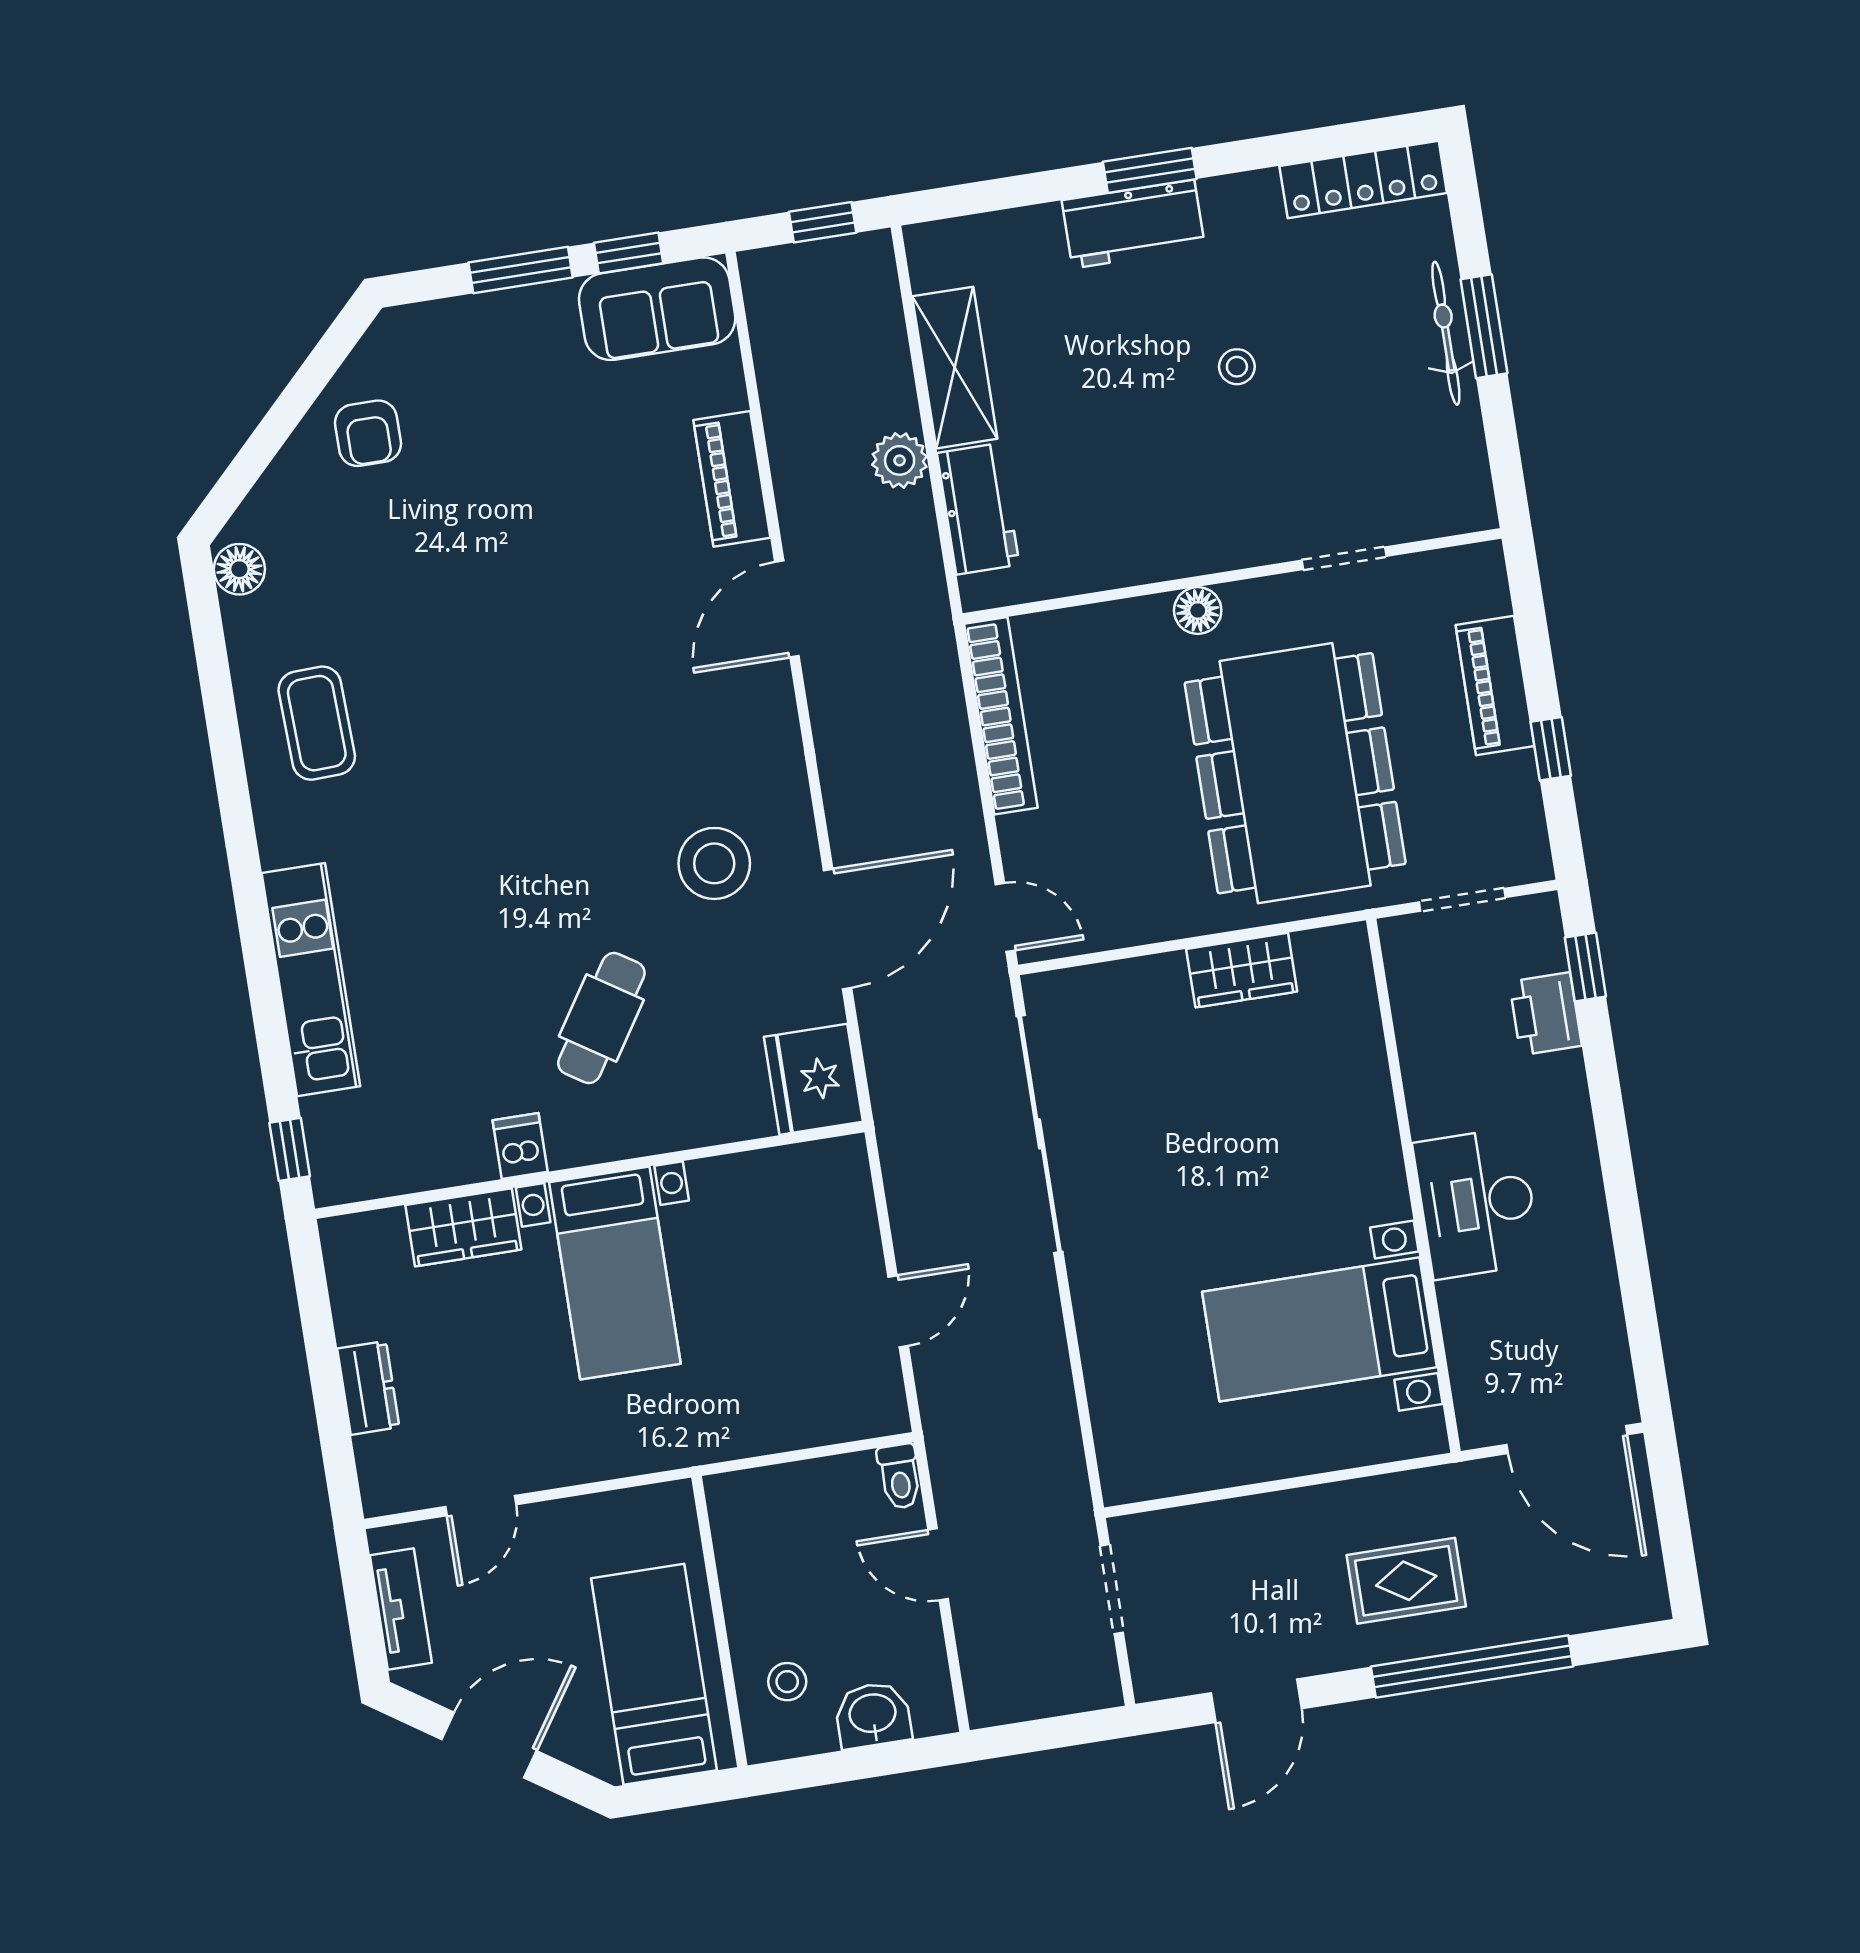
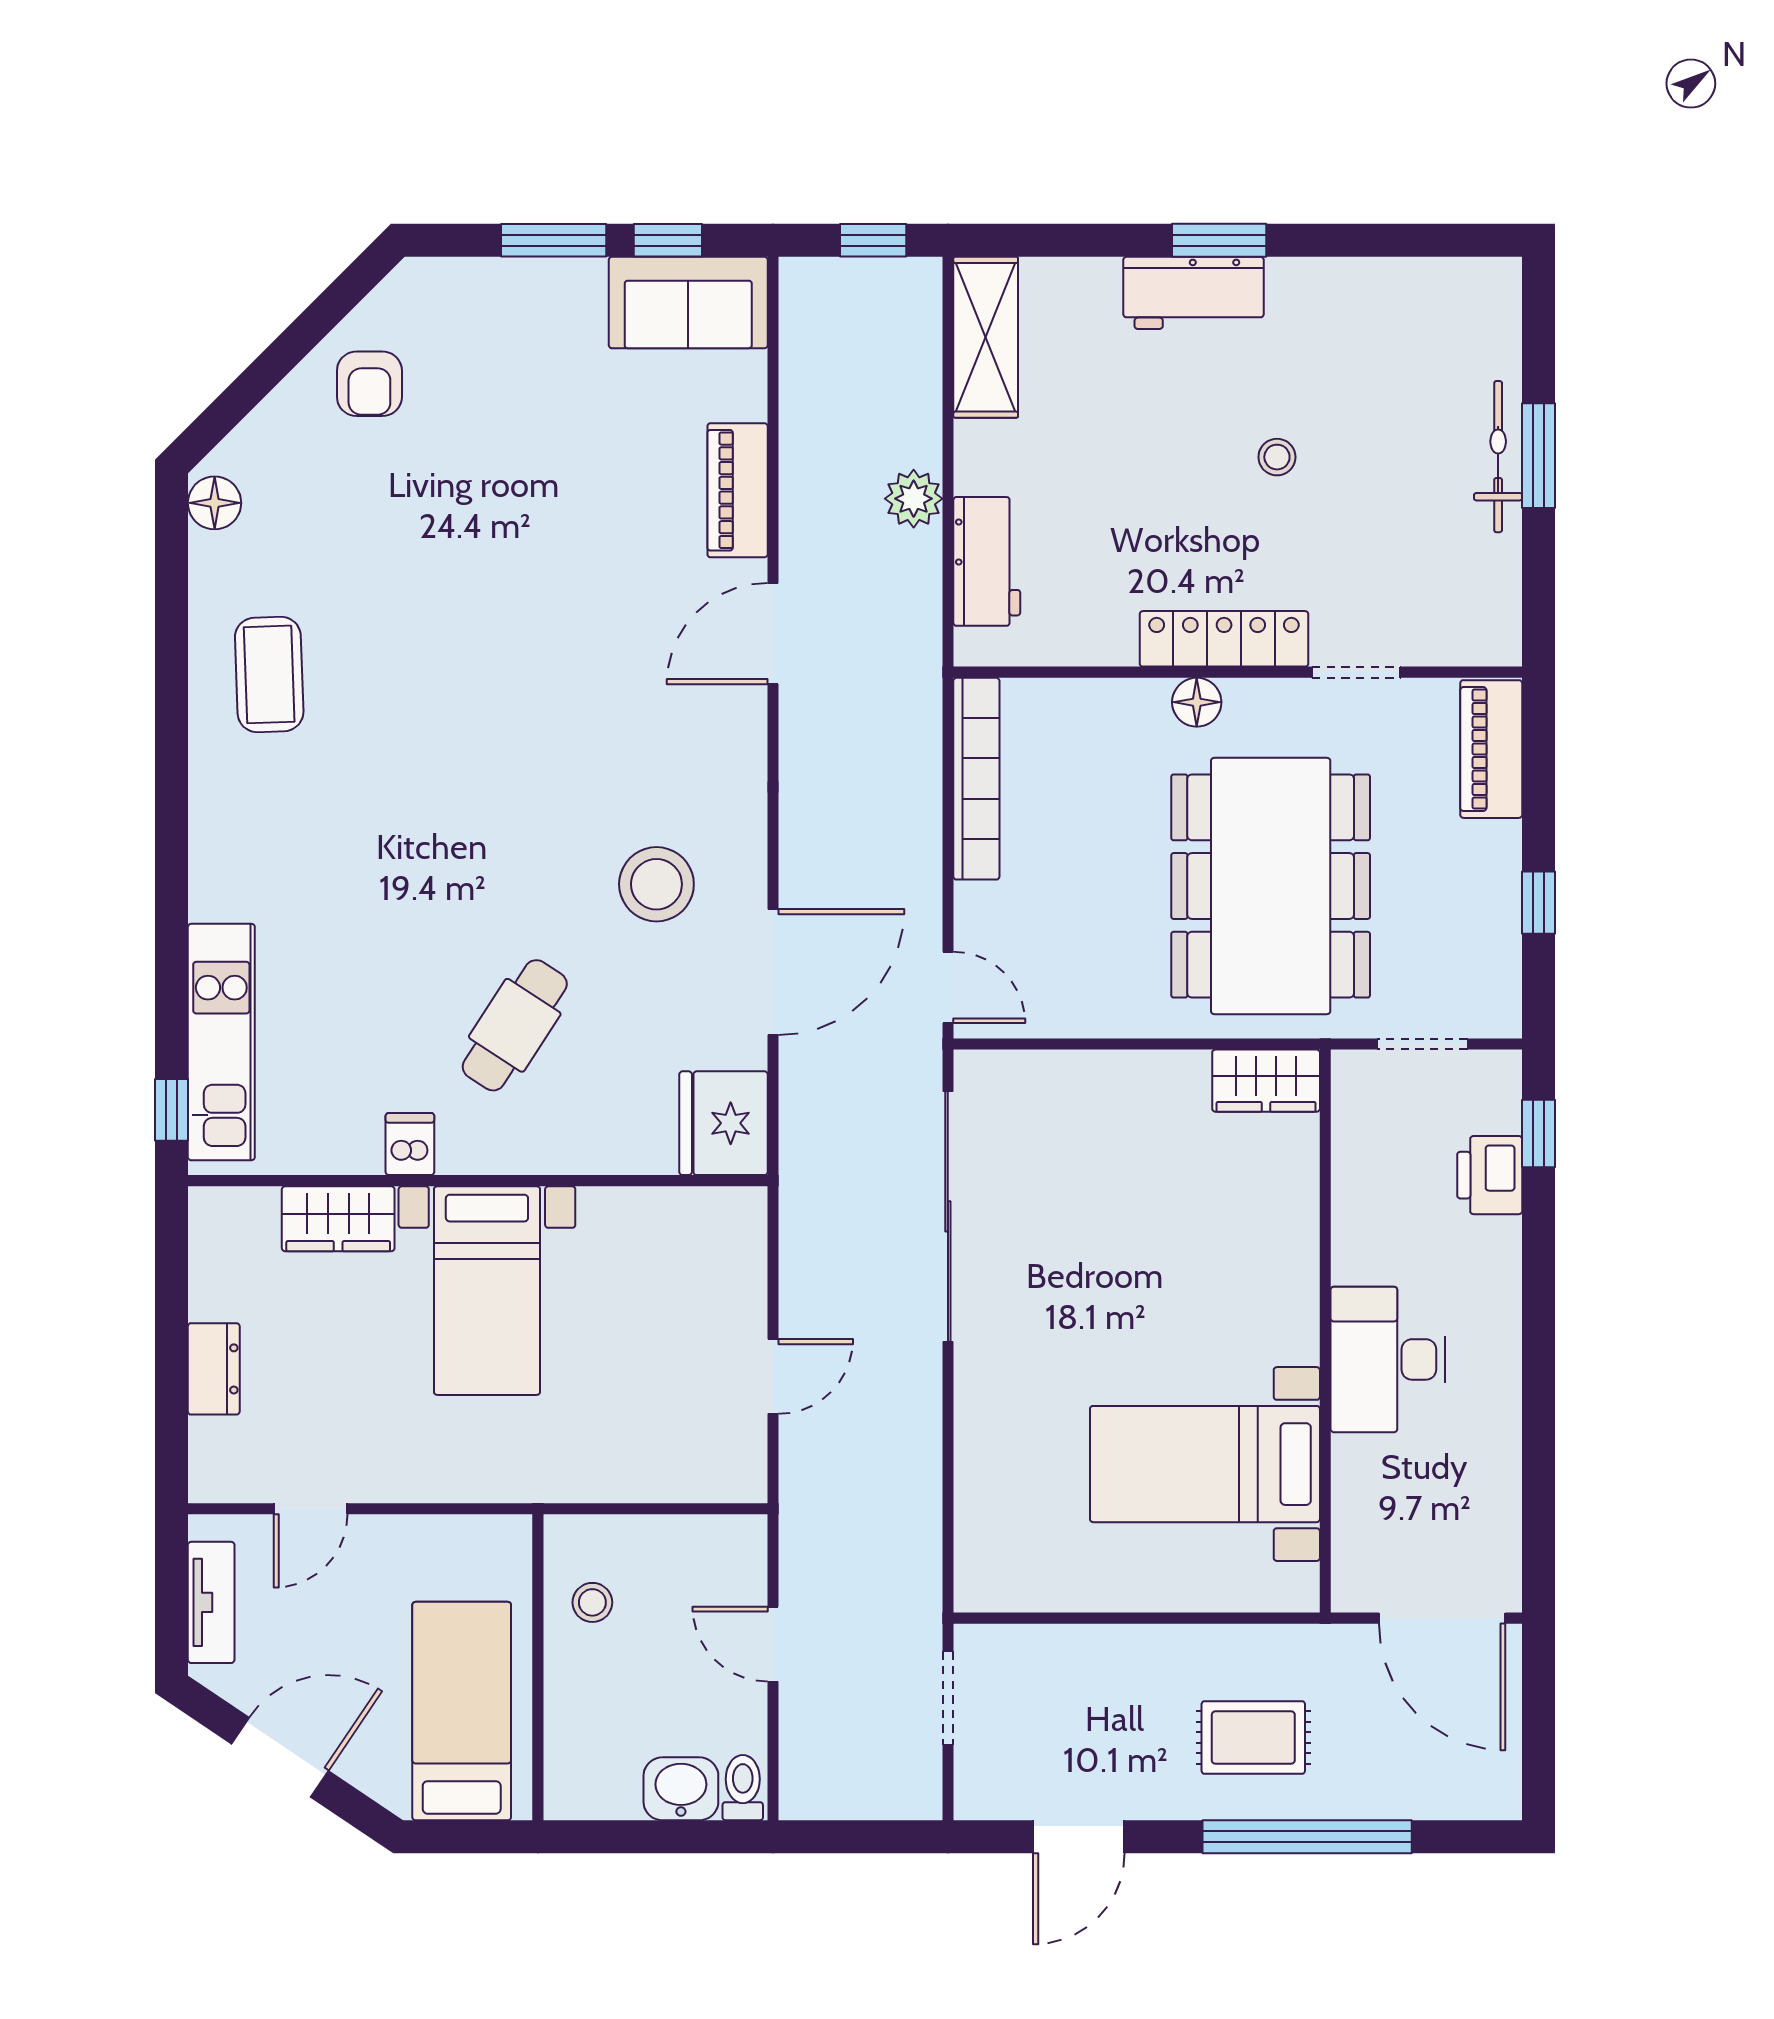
locker: (1363, 180) -> (1224, 639), moved, turned 180
shelving: (955, 368) -> (986, 337), moved
piano: (1495, 686) -> (1491, 749), moved
wardrobe: (1242, 970) -> (1266, 1081), moved
kitchen unit: (311, 980) -> (221, 1042), moved
toilet: (899, 1476) -> (743, 1788), moved, turned 180
stool: (787, 1682) -> (592, 1602), moved

